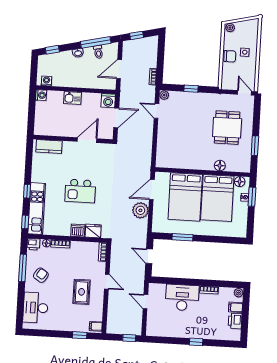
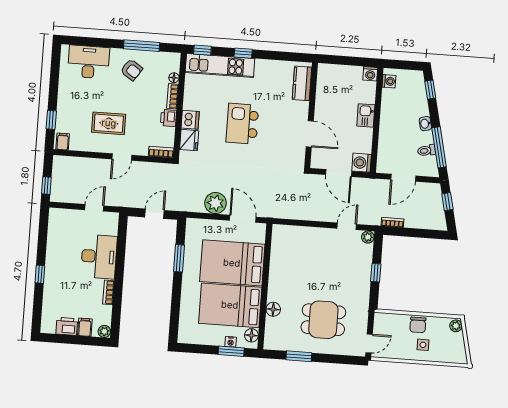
door: (119, 69) -> (403, 178), swing flipped
printer: (33, 244) -> (168, 118), moved

